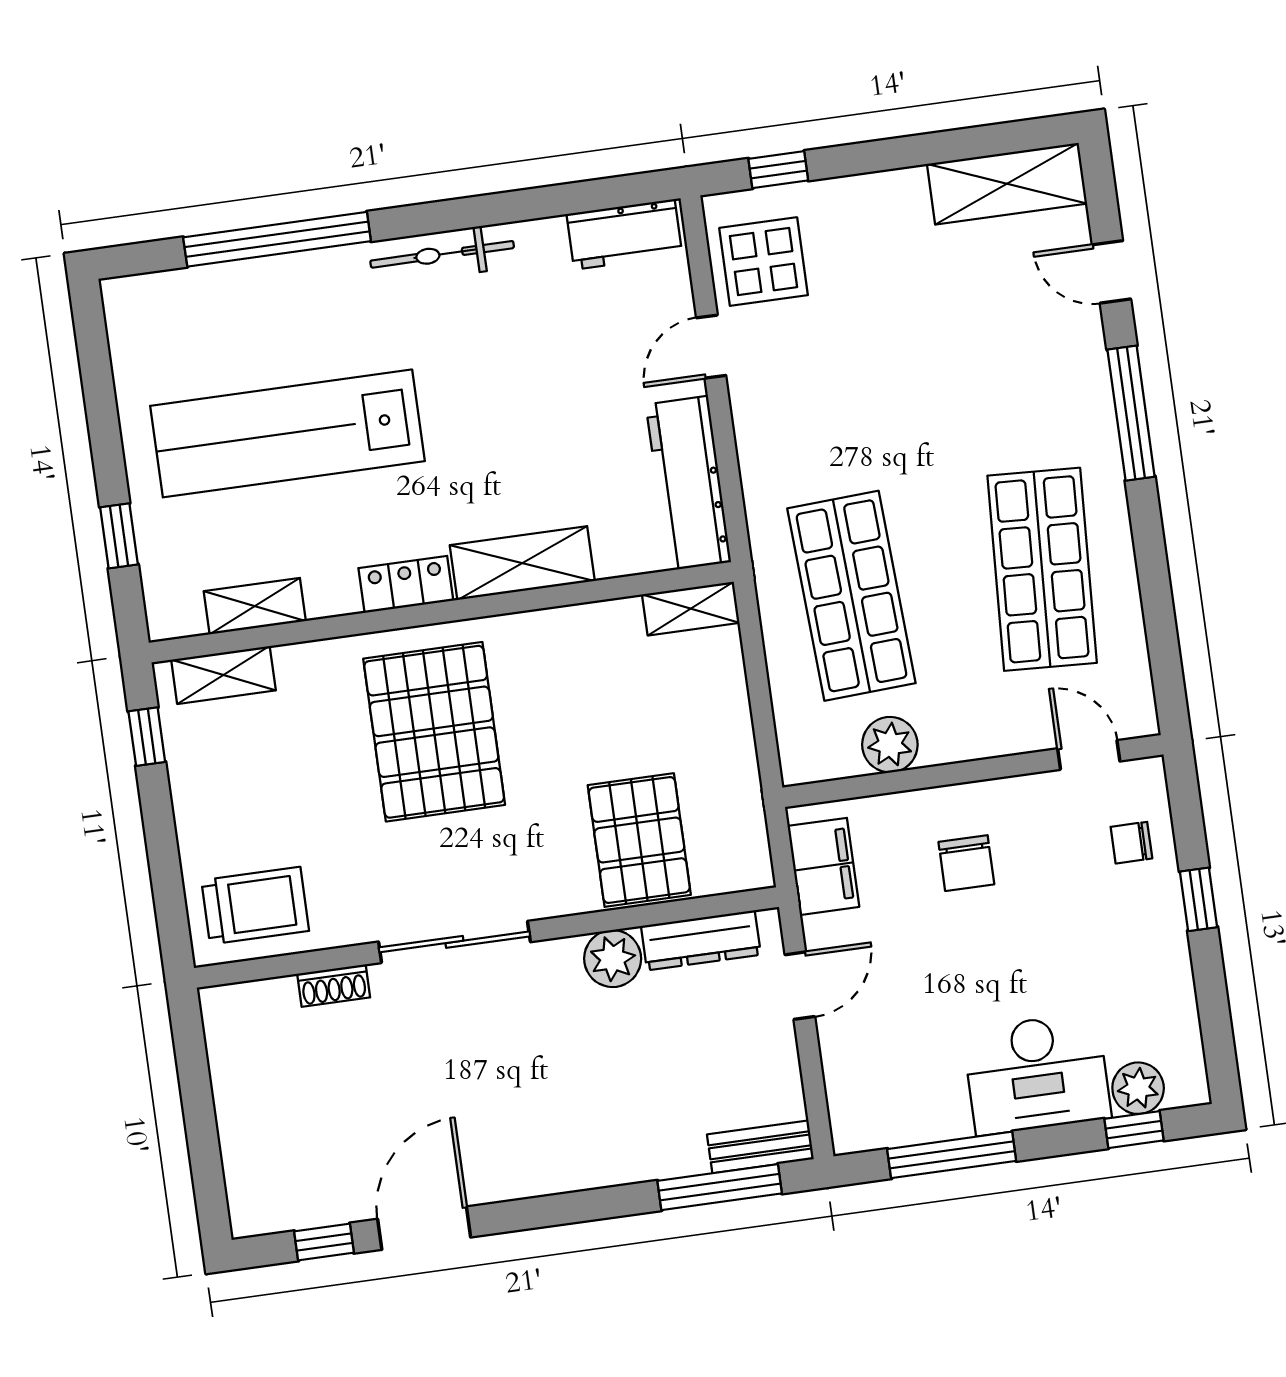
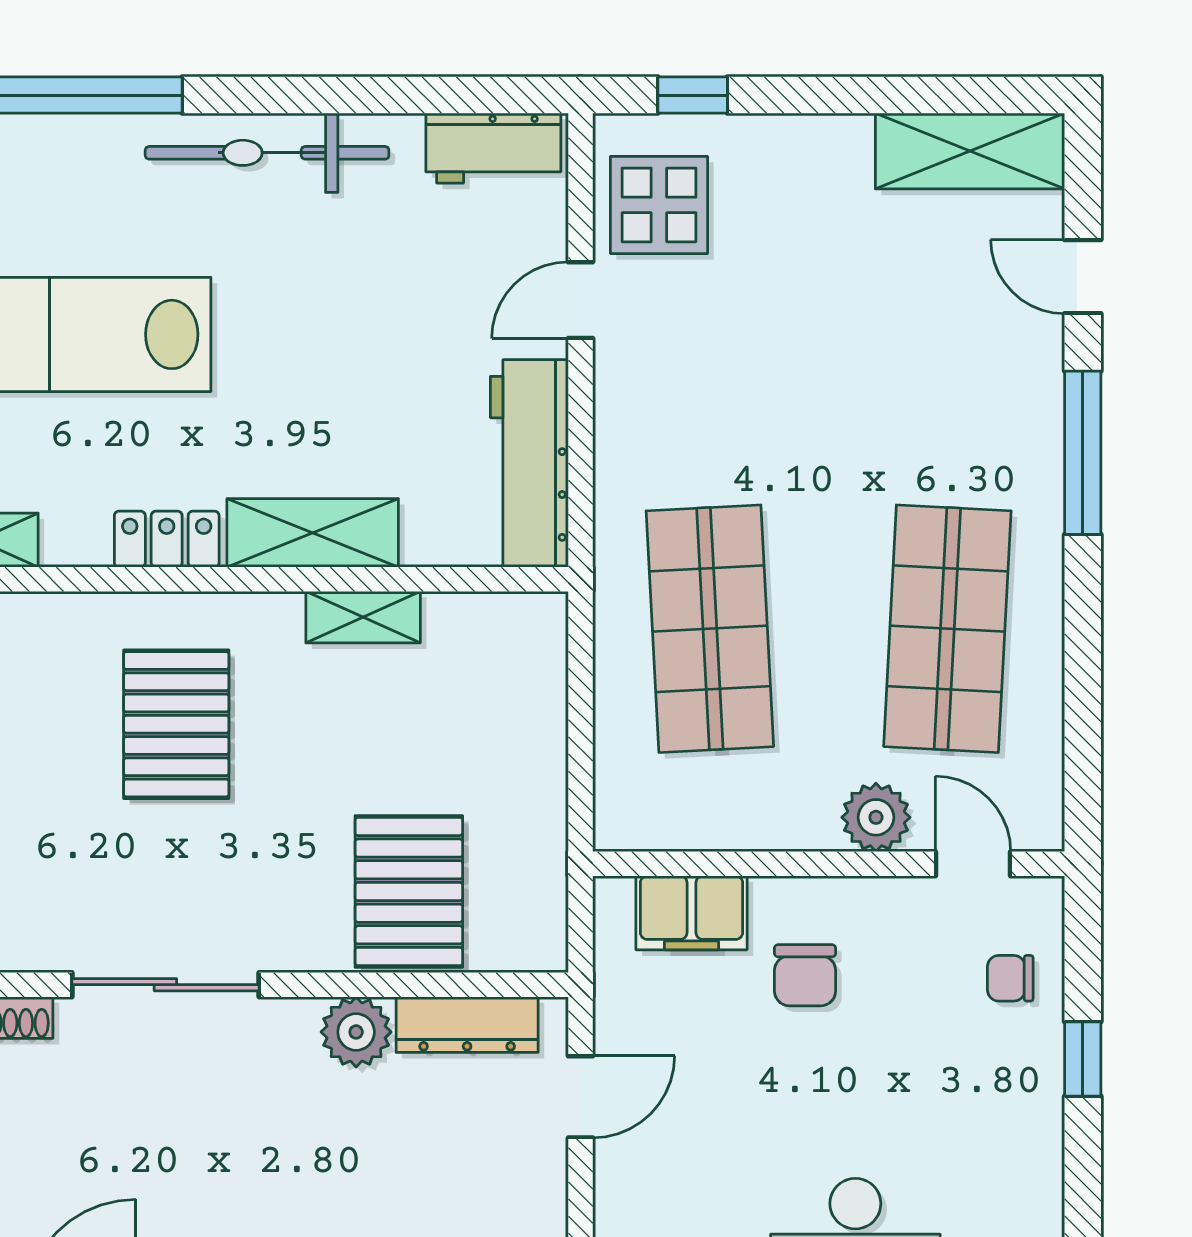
bicycle: (442, 254) -> (267, 153), width x1.37, depth x1.40
shelving: (691, 609) -> (363, 617), moved
pallet: (434, 732) -> (176, 724), width x0.73, depth x0.71
plant: (890, 745) -> (876, 817), moved
filing cabinet: (823, 866) -> (692, 913), moved, turned 90

